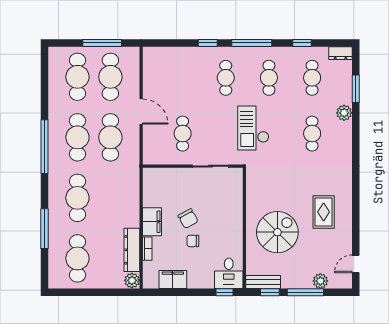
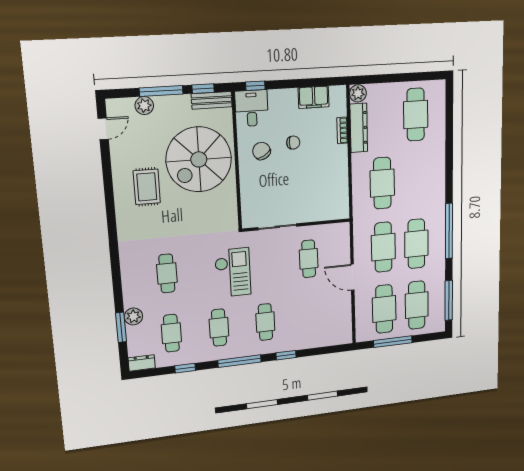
plant: (344, 113) -> (133, 316), moved
cafe table: (77, 198) -> (382, 183), moved
chair: (188, 219) -> (261, 151), moved
filing cabinet: (152, 222) -> (338, 161), removed
window: (45, 229) -> (449, 300), moved
spiral stairs: (277, 232) -> (199, 159), width x1.37, depth x1.37

